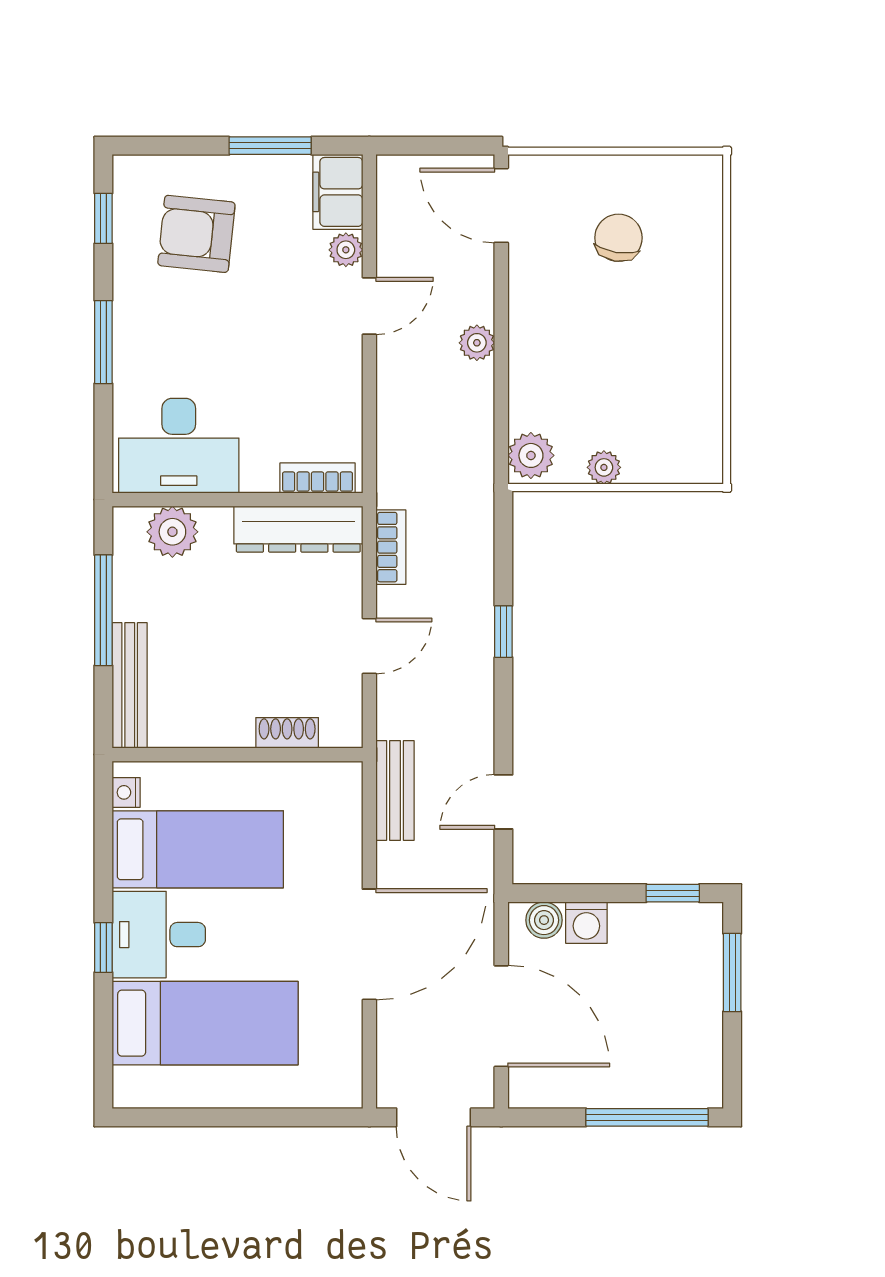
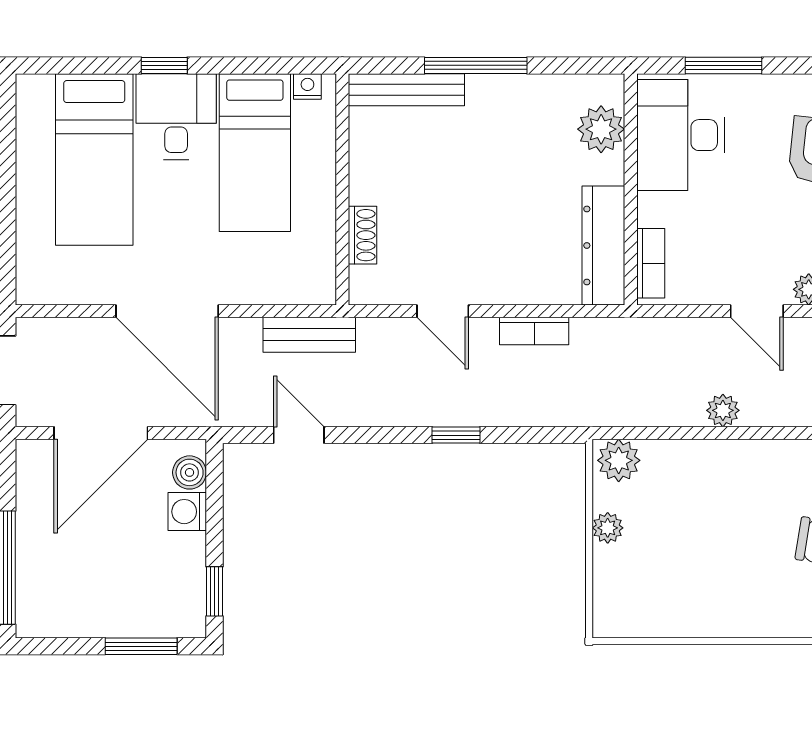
desk: (179, 446) -> (681, 135), moved
bookcase: (318, 478) -> (651, 263), moved
wall: (237, 500) -> (631, 189), moved
dresser: (298, 529) -> (603, 245), moved
plant: (172, 532) -> (601, 129), moved

